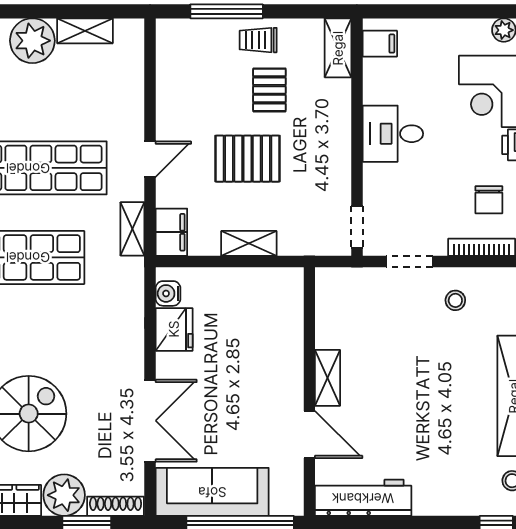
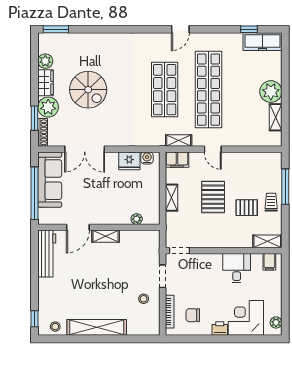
desk: (393, 134) -> (237, 268), moved
plant: (293, 315) -> (137, 219), added

